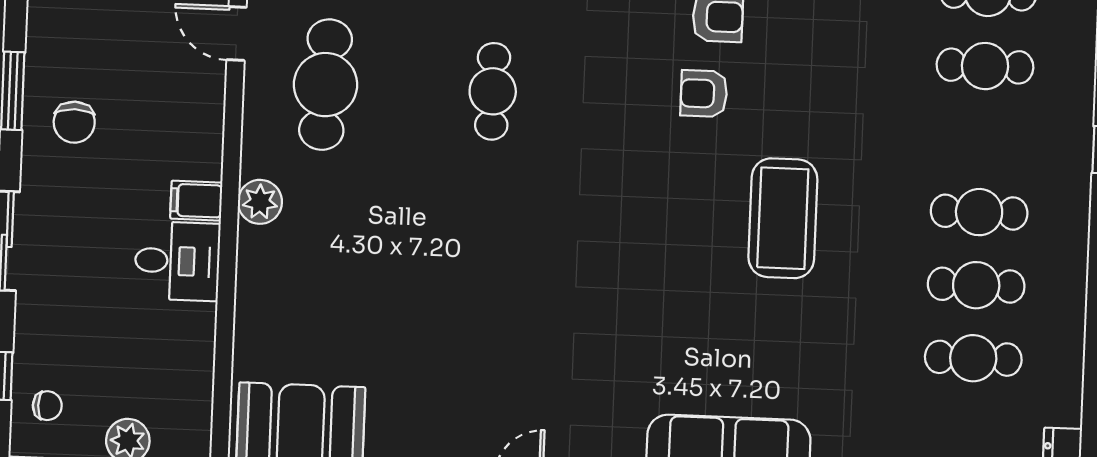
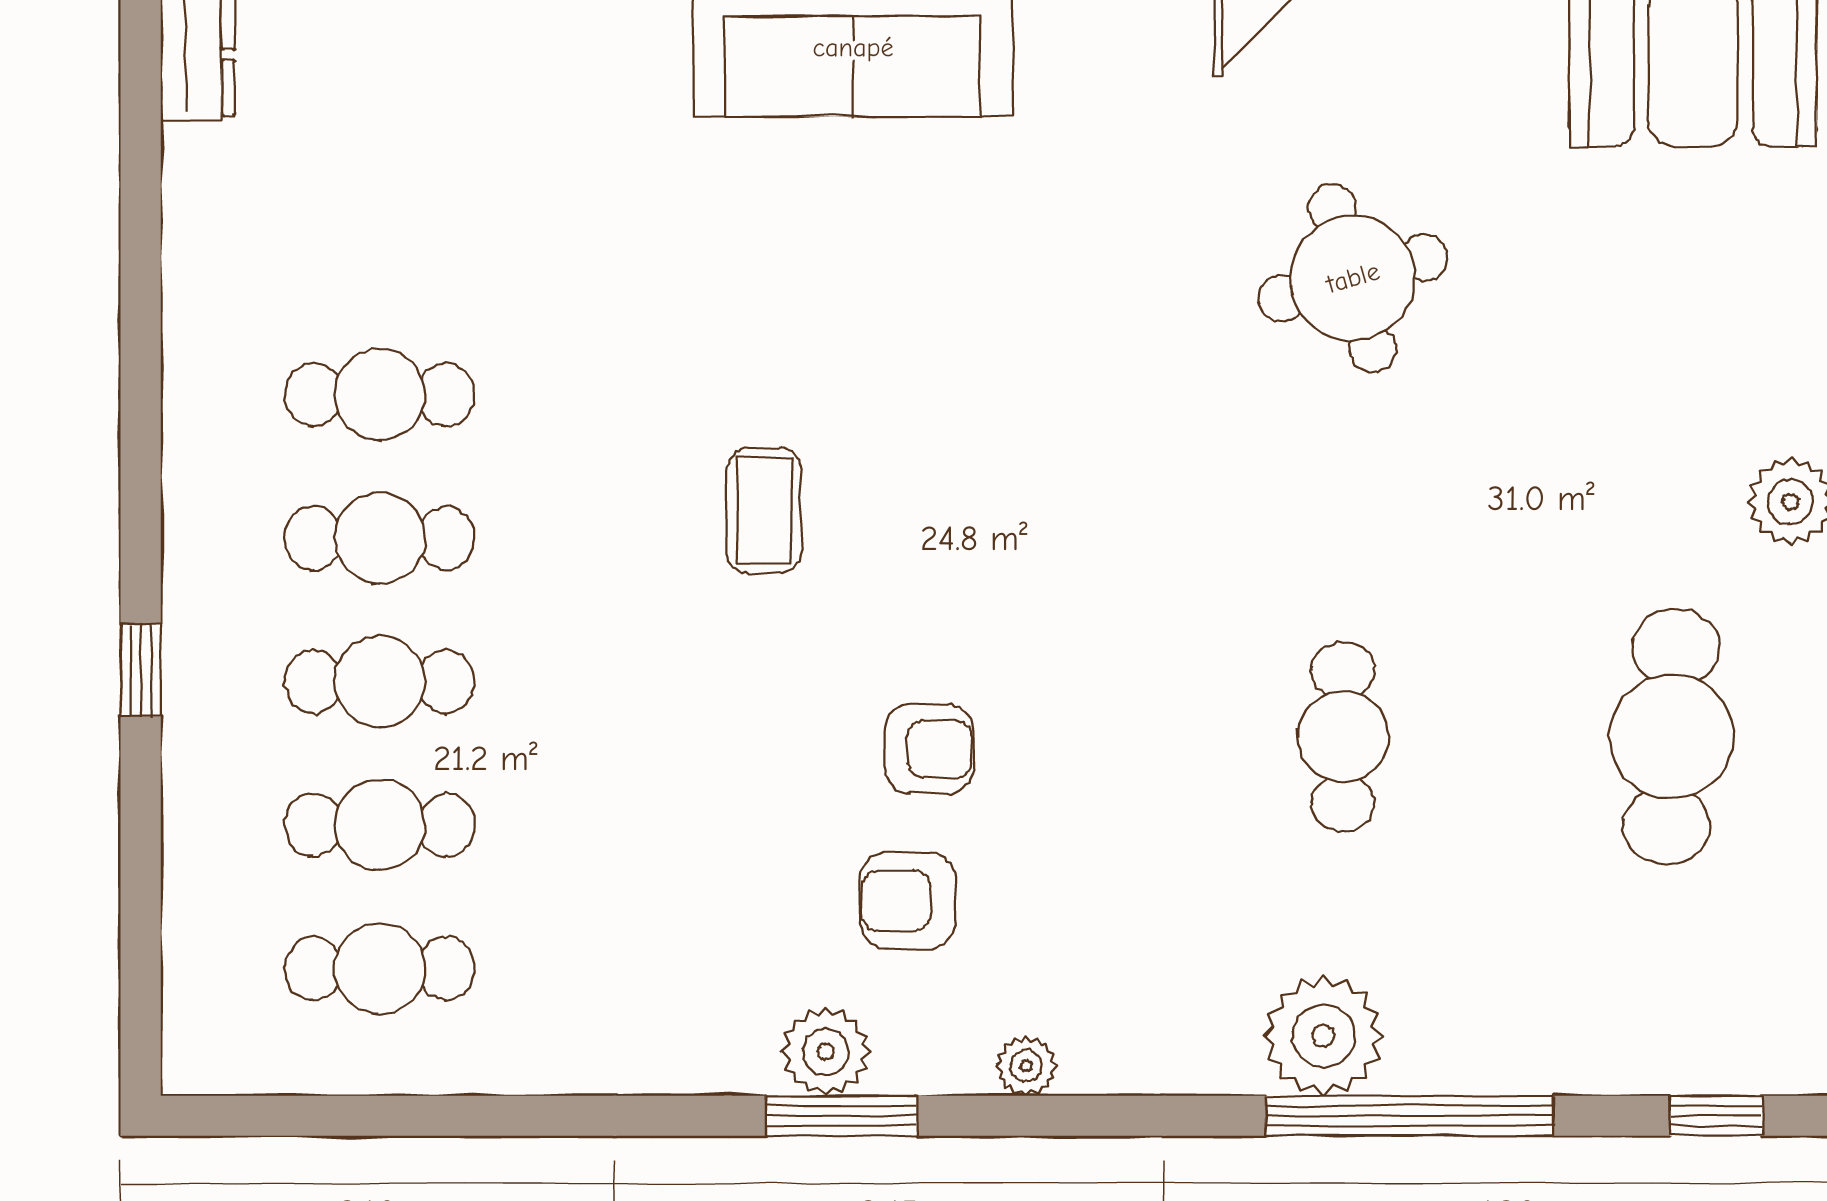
coffee table: (783, 218) -> (764, 511), width x0.54, depth x0.58
round table: (478, 325) -> (1353, 278), added
cafe table: (973, 358) -> (380, 682), moved

